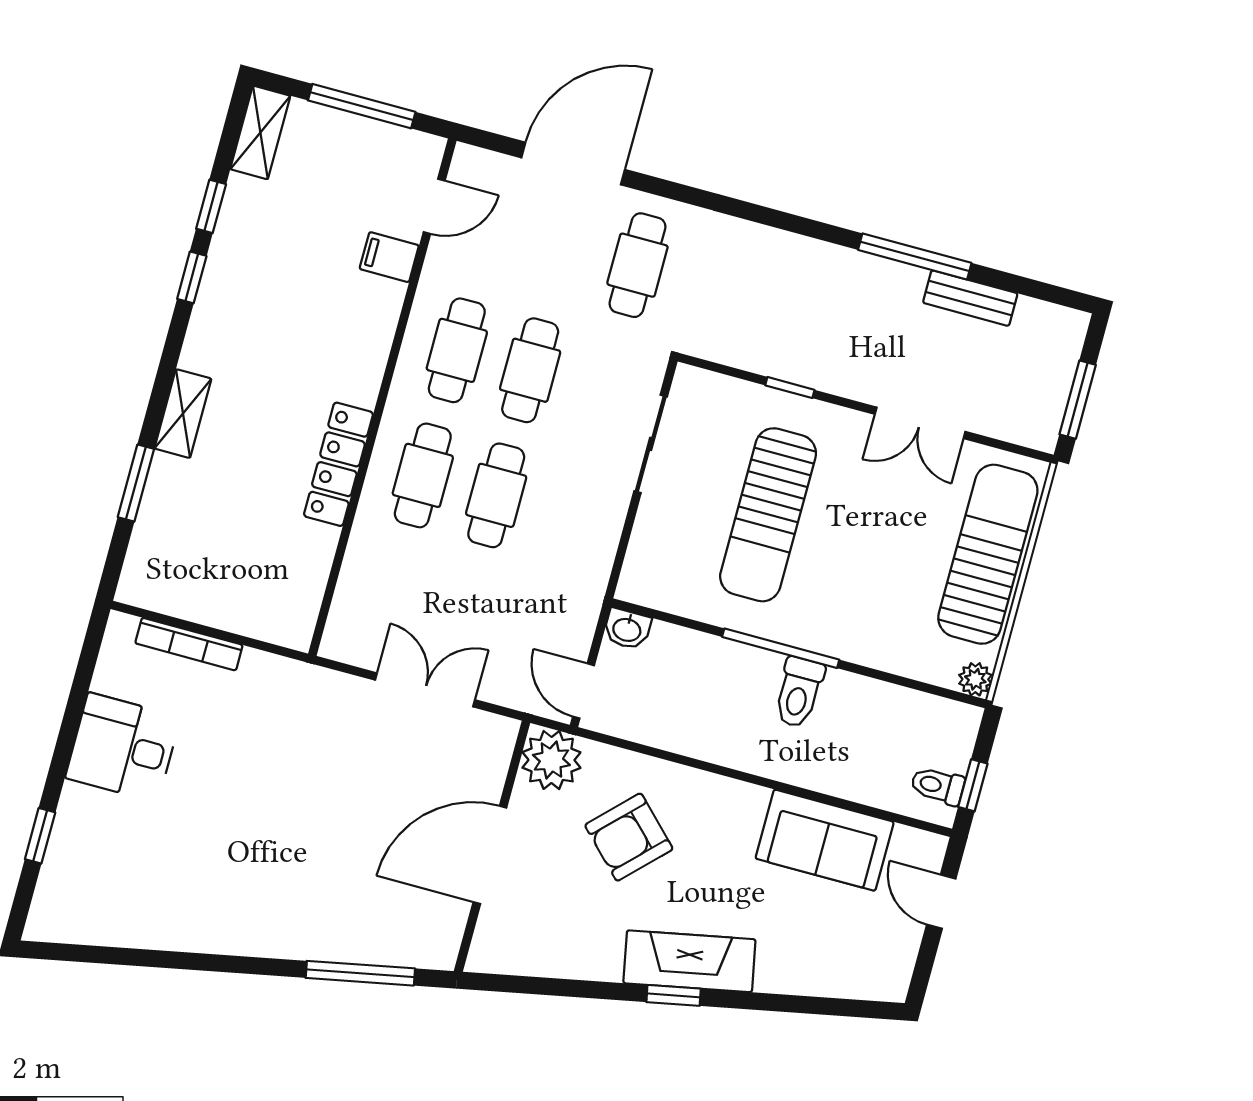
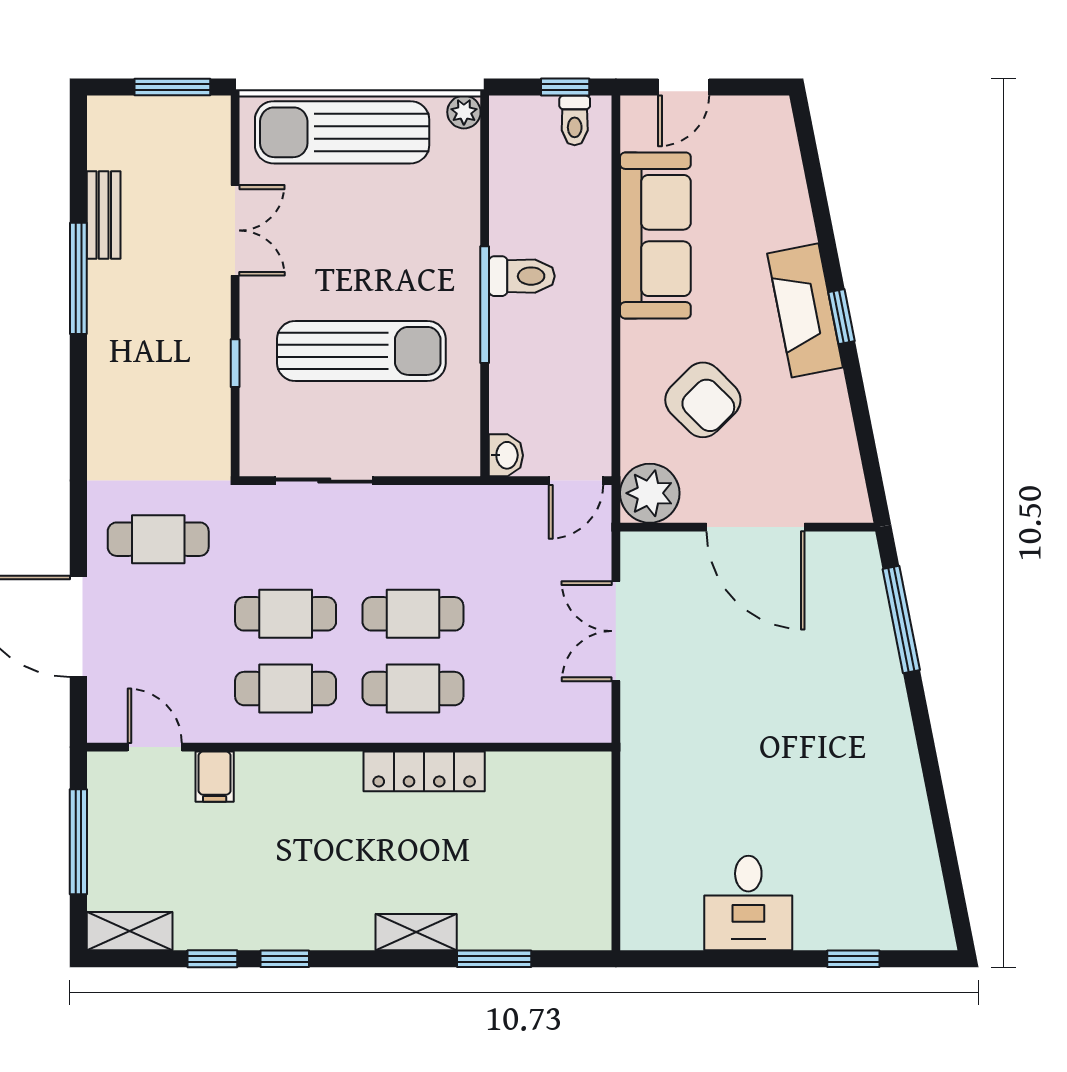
bookcase: (189, 644) -> (633, 867), removed
sofa: (825, 840) -> (655, 235), width x1.36

